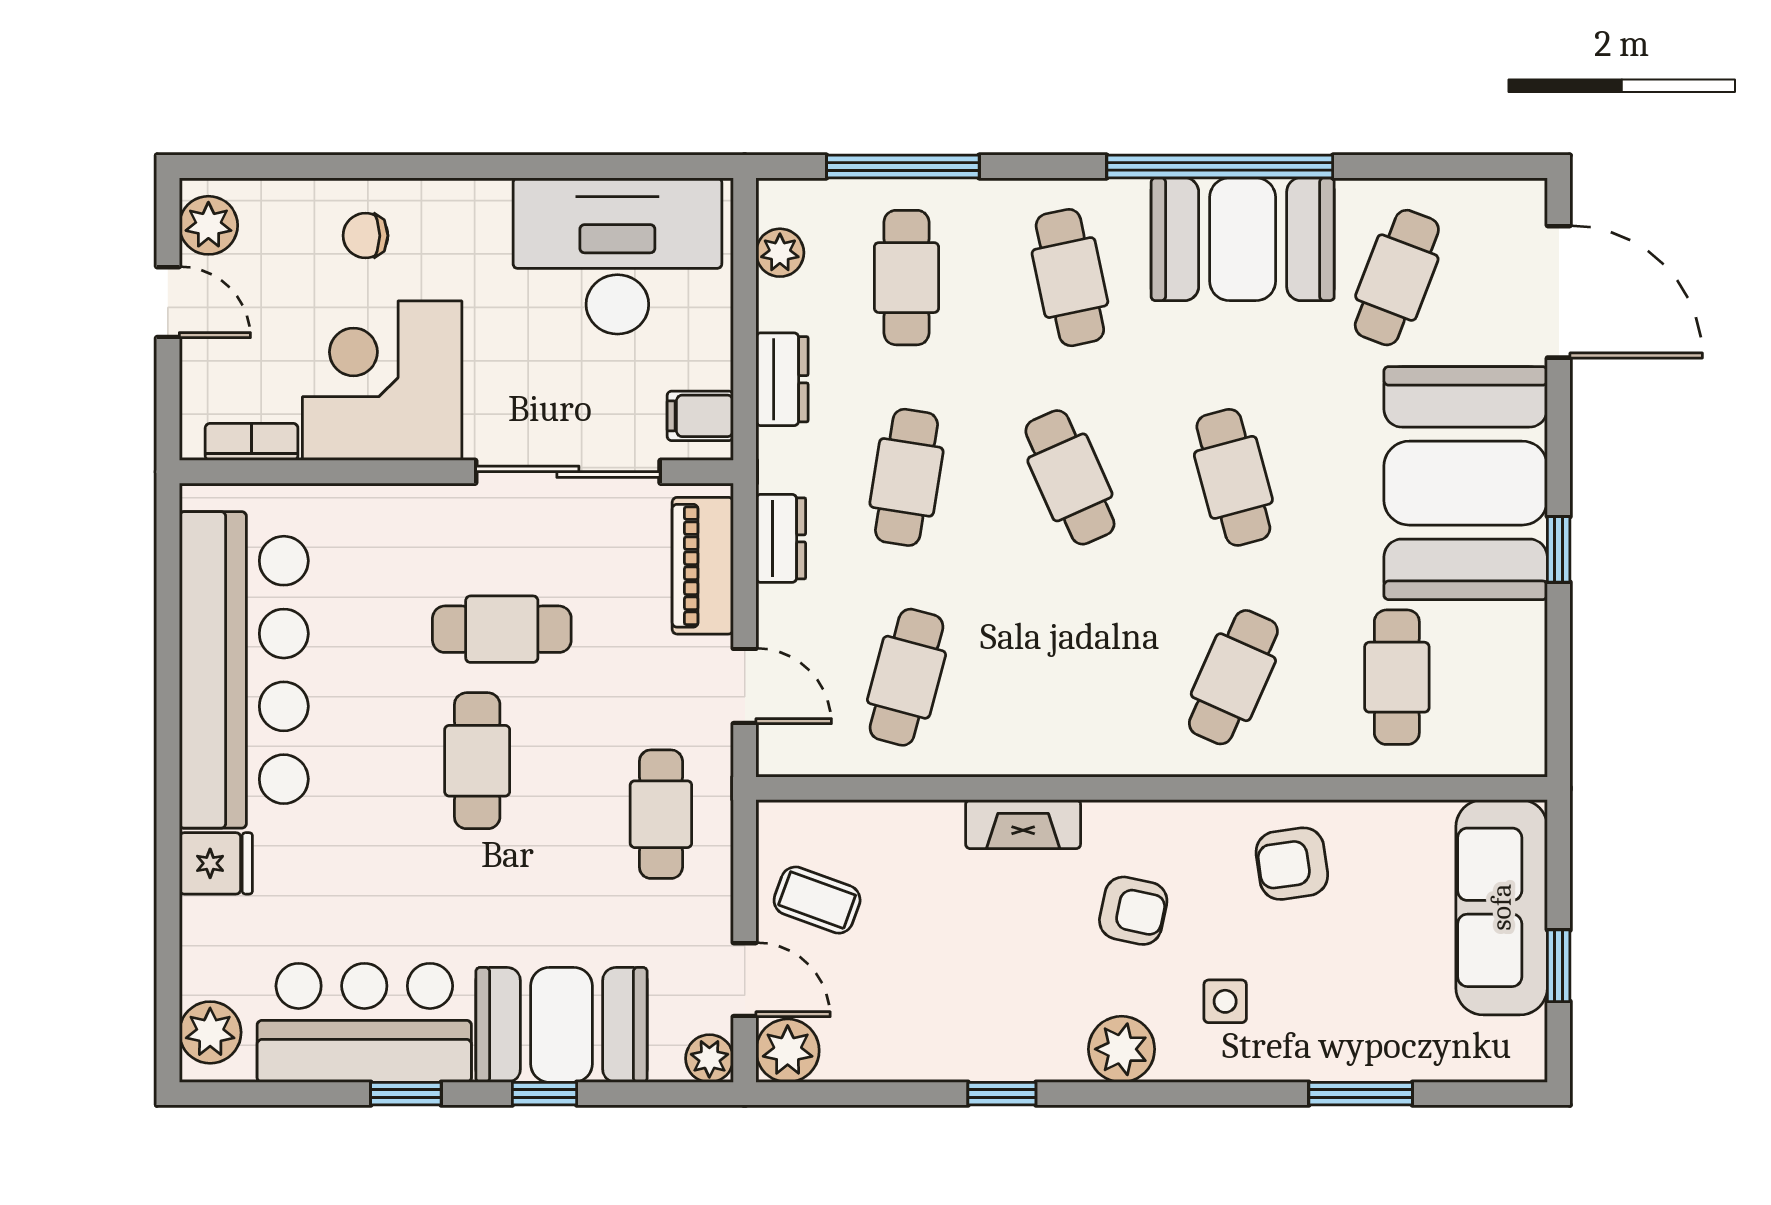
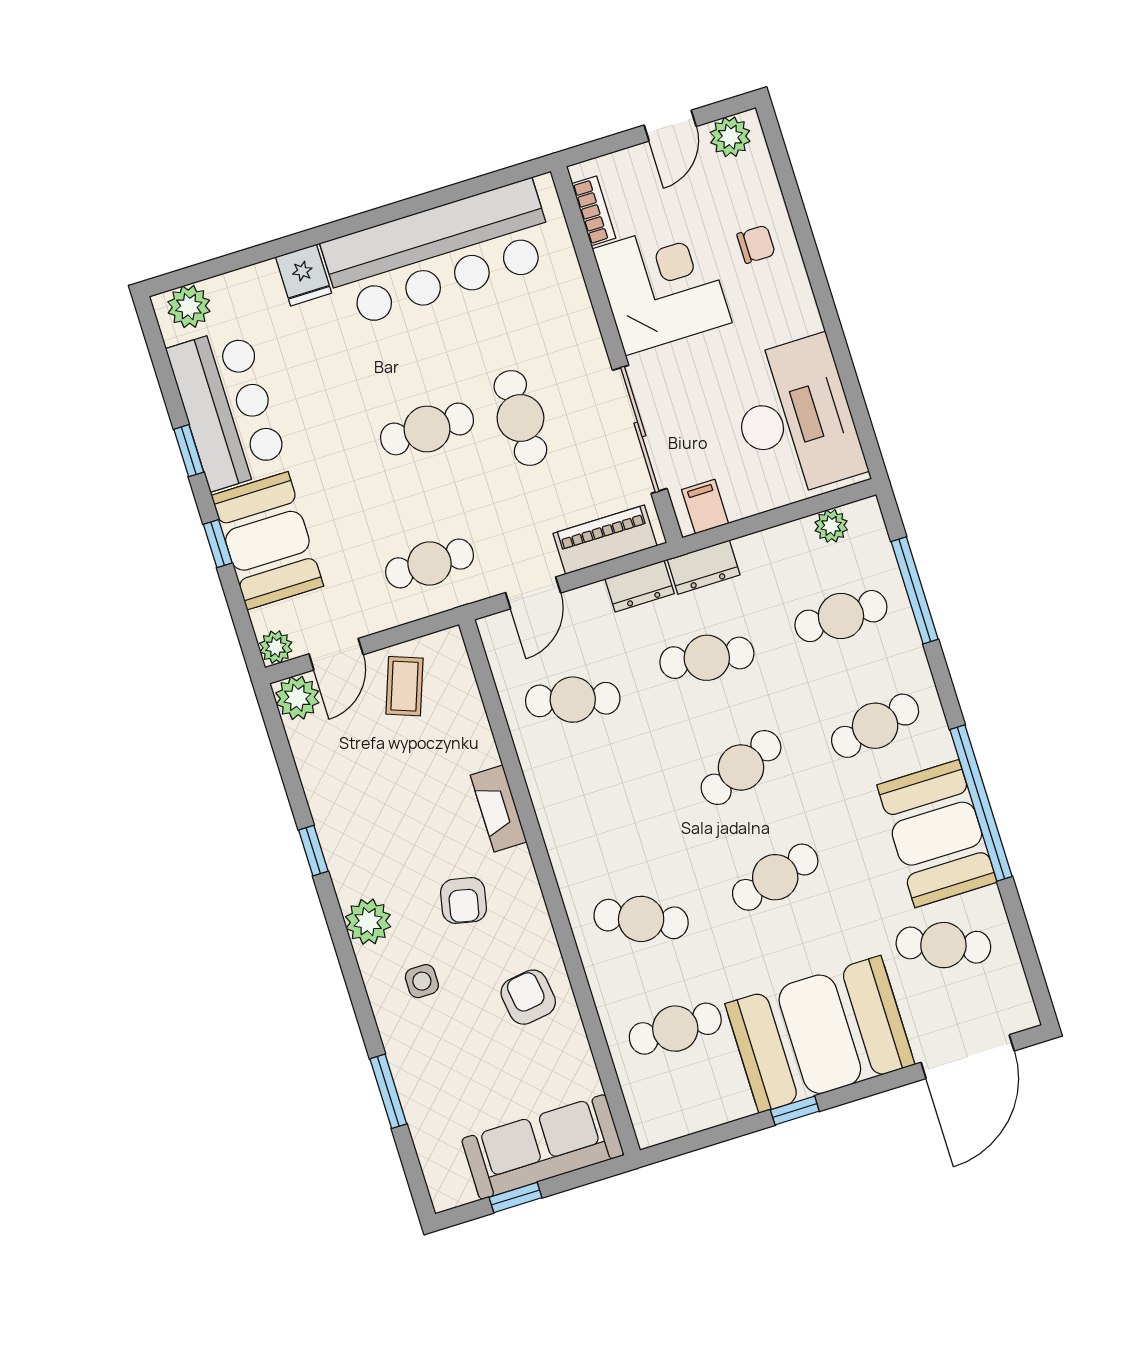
chair: (365, 236) -> (756, 244), turned 90
dresser: (782, 379) -> (704, 567), moved

